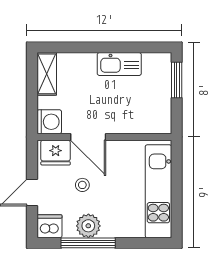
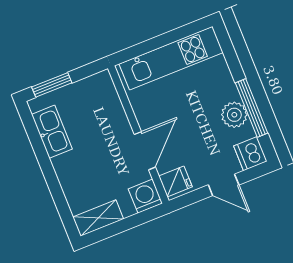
kitchen sink: (119, 64) -> (52, 132), moved
fridge: (56, 153) -> (175, 181), width x0.72
stool: (82, 185) -> (196, 137), removed

